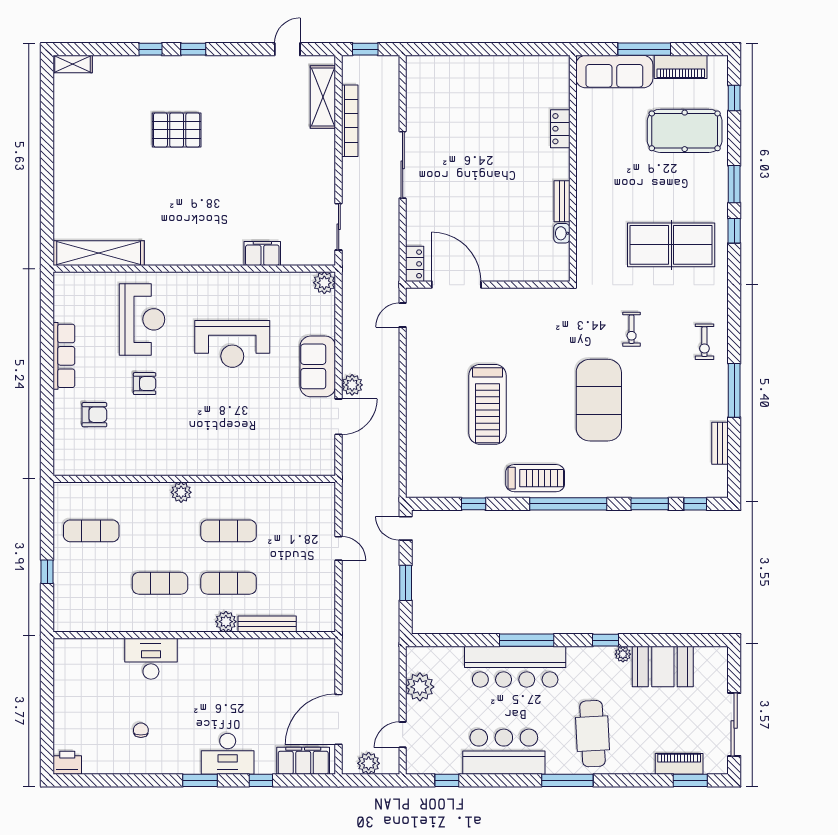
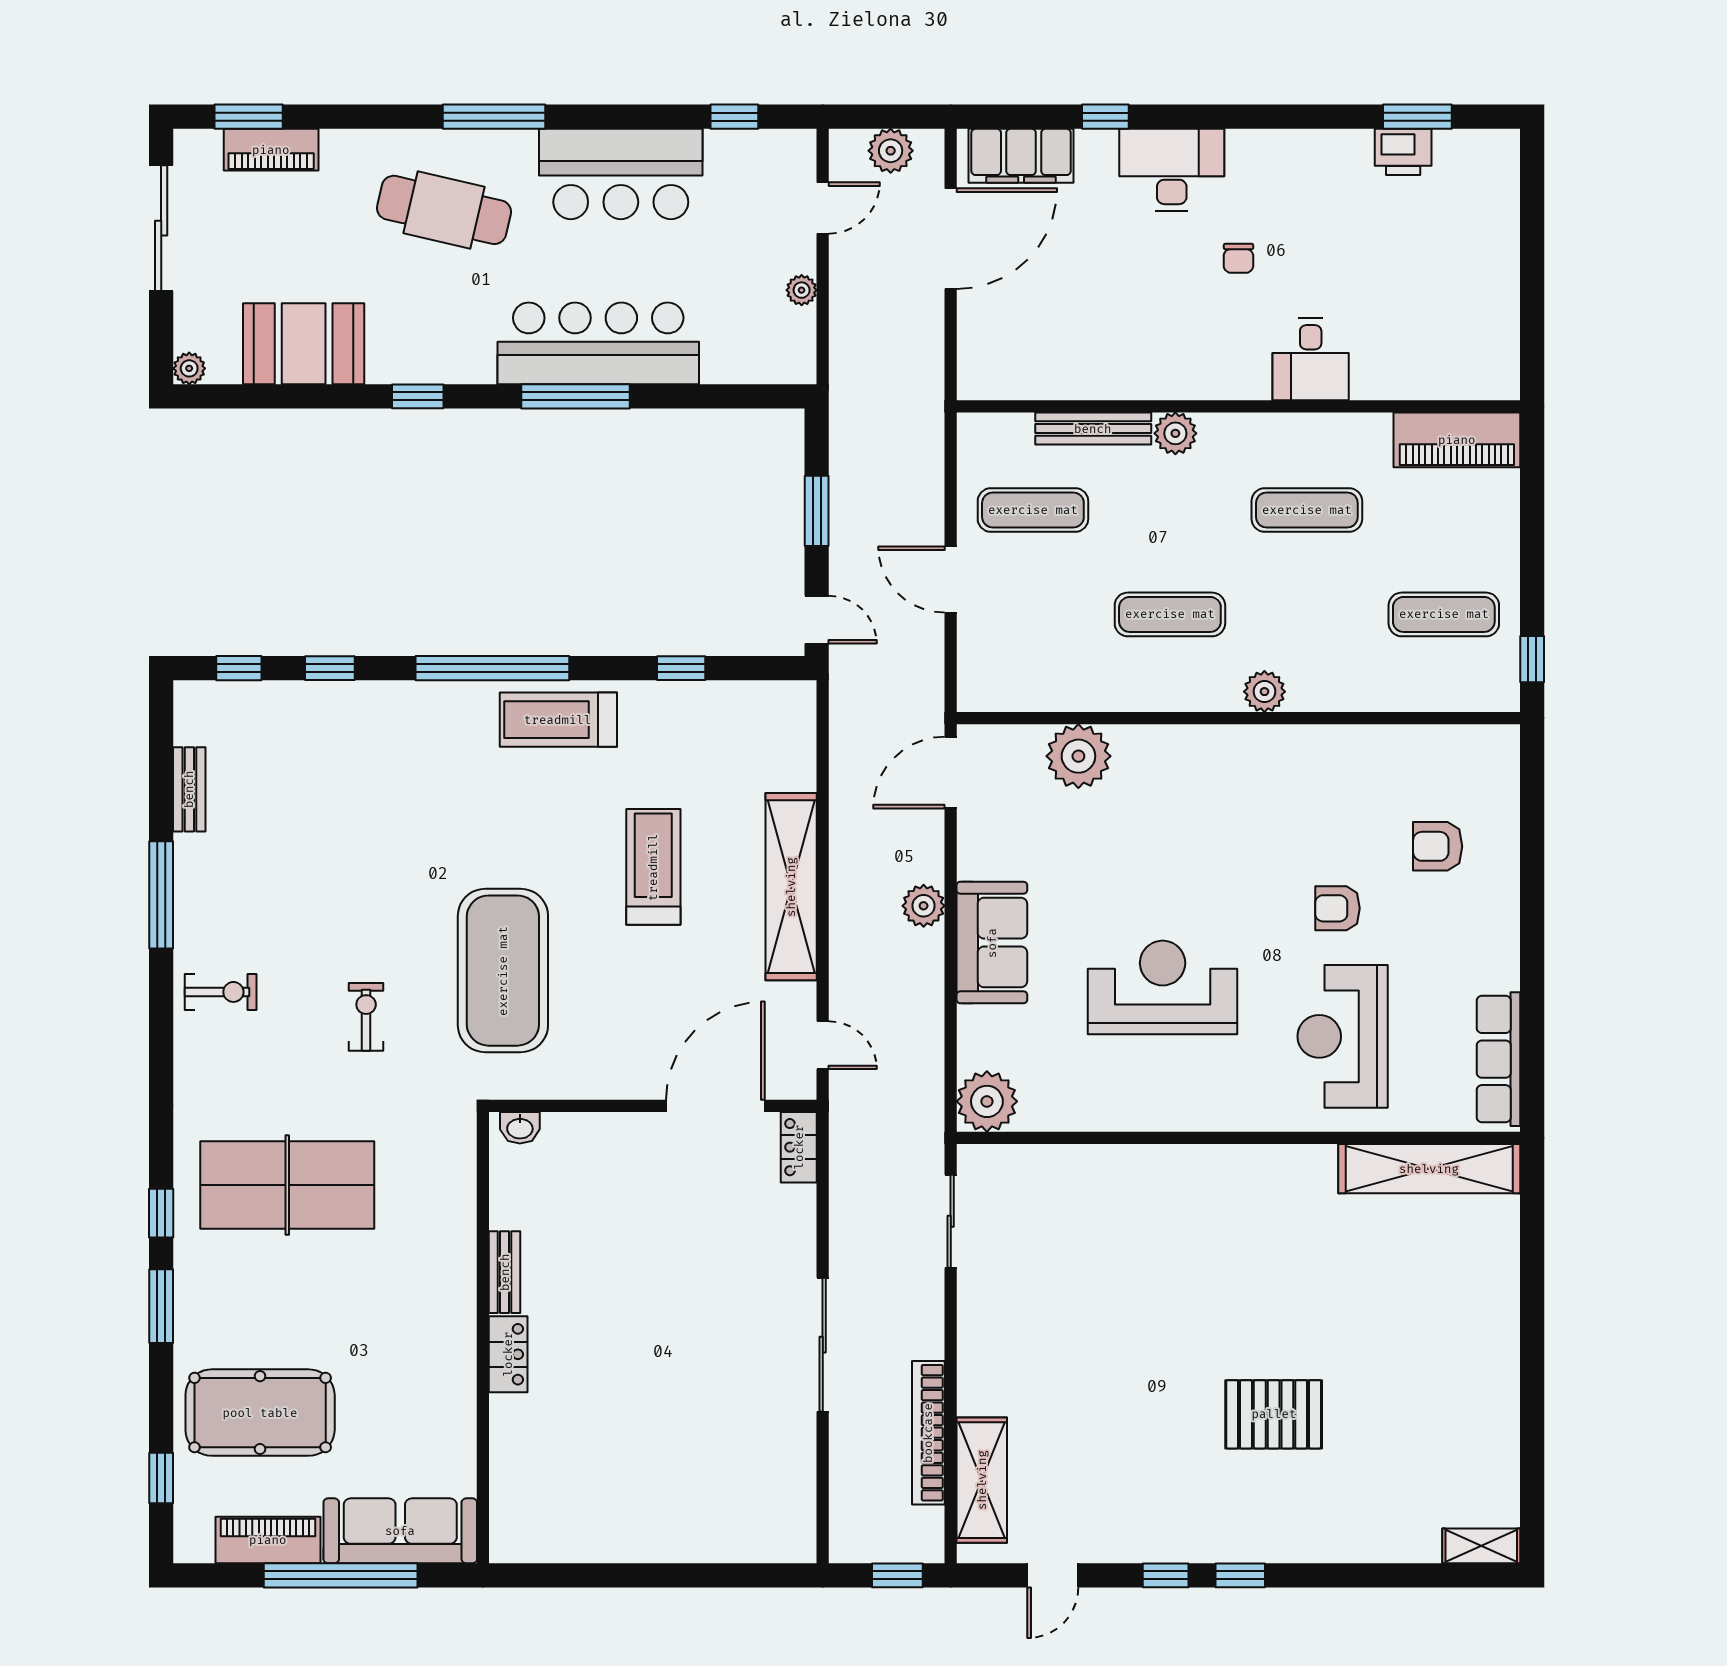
window: (150, 49) -> (1166, 1575), moved
window: (644, 49) -> (341, 1575), width x1.46
locker: (560, 129) -> (508, 1354), moved
washbasin: (562, 233) -> (520, 1128), moved, turned 90
filing cabinet: (262, 254) -> (1103, 1168), removed
plant: (324, 283) -> (987, 1101), width x1.36, depth x1.36
door: (456, 285) -> (715, 1106), swing flipped
door: (403, 315) -> (823, 1045), hinge flipped
exercise bike: (704, 342) -> (221, 992), turned 90
row of seats: (64, 356) -> (1499, 1059), moved
shelving: (418, 394) -> (791, 887), added
exercise mat: (599, 400) -> (503, 971), moved
treadmill: (488, 404) -> (653, 867), width x0.73, depth x0.73
door: (339, 417) -> (951, 773), moved
plant: (274, 460) -> (1078, 756), added
window: (650, 504) -> (330, 668), width x0.67
door: (339, 548) -> (951, 580), width x1.37
window: (47, 572) -> (1532, 659), moved
exercise mat: (229, 583) -> (1033, 510), moved
piano: (85, 618) -> (1457, 440), added
plant: (623, 654) -> (189, 368), moved
desk: (151, 659) -> (1311, 359), width x0.73
plant: (420, 687) -> (802, 290), width x0.53, depth x0.53
chair: (141, 730) -> (1238, 258), moved
cafe table: (592, 734) -> (444, 210), turned -74
printer: (67, 763) -> (1403, 152), moved
window: (200, 780) -> (1417, 117), moved

